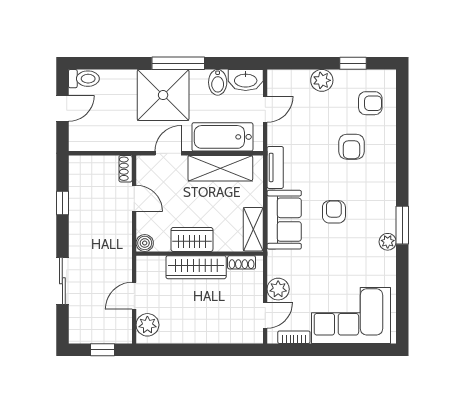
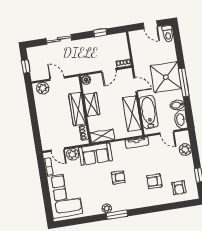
plant: (322, 80) -> (185, 150), moved
sofa: (284, 220) -> (95, 154), moved

